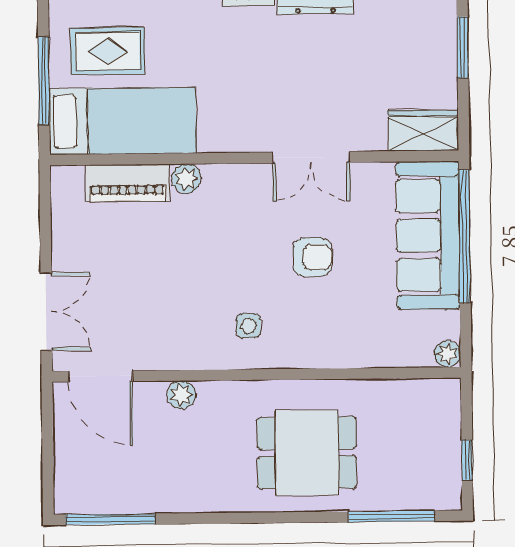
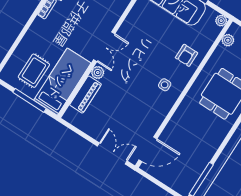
double door: (311, 157) -> (104, 47), moved
armchair: (312, 257) -> (187, 55), moved, turned 180
plant: (181, 395) -> (228, 40), moved

